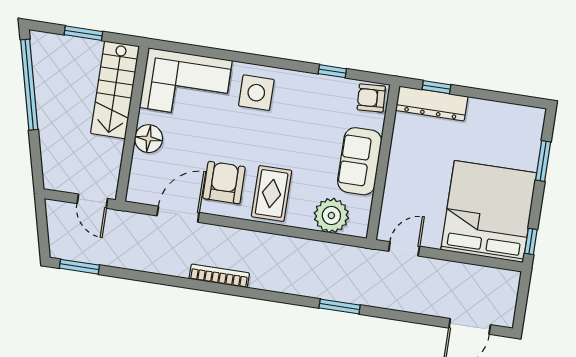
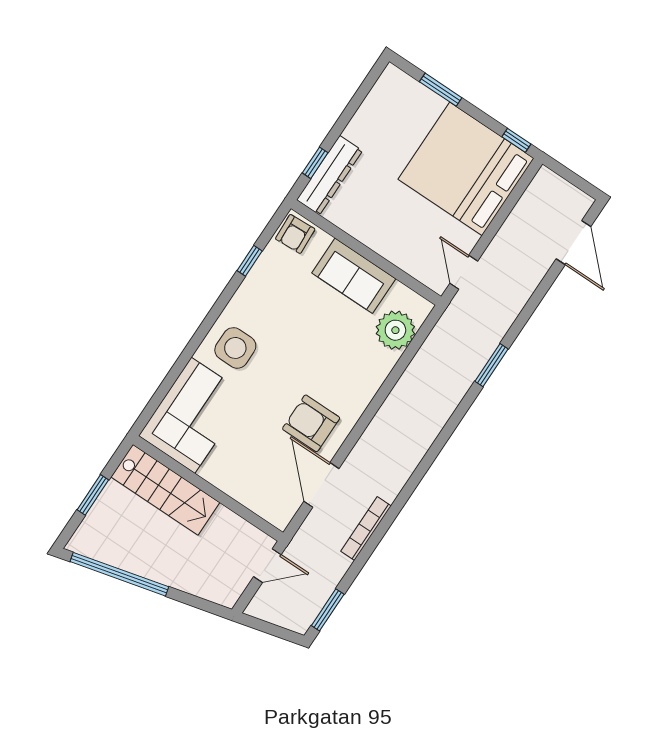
floor lamp: (149, 139) -> (231, 479), removed
rug: (272, 194) -> (345, 380), removed
bookcase: (219, 276) -> (366, 529), moved

